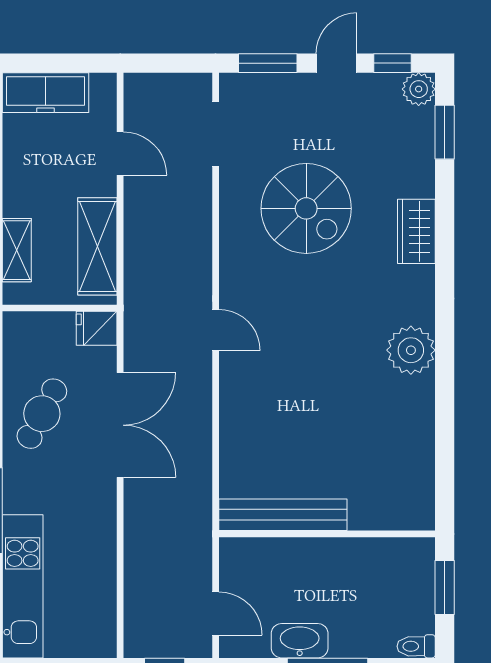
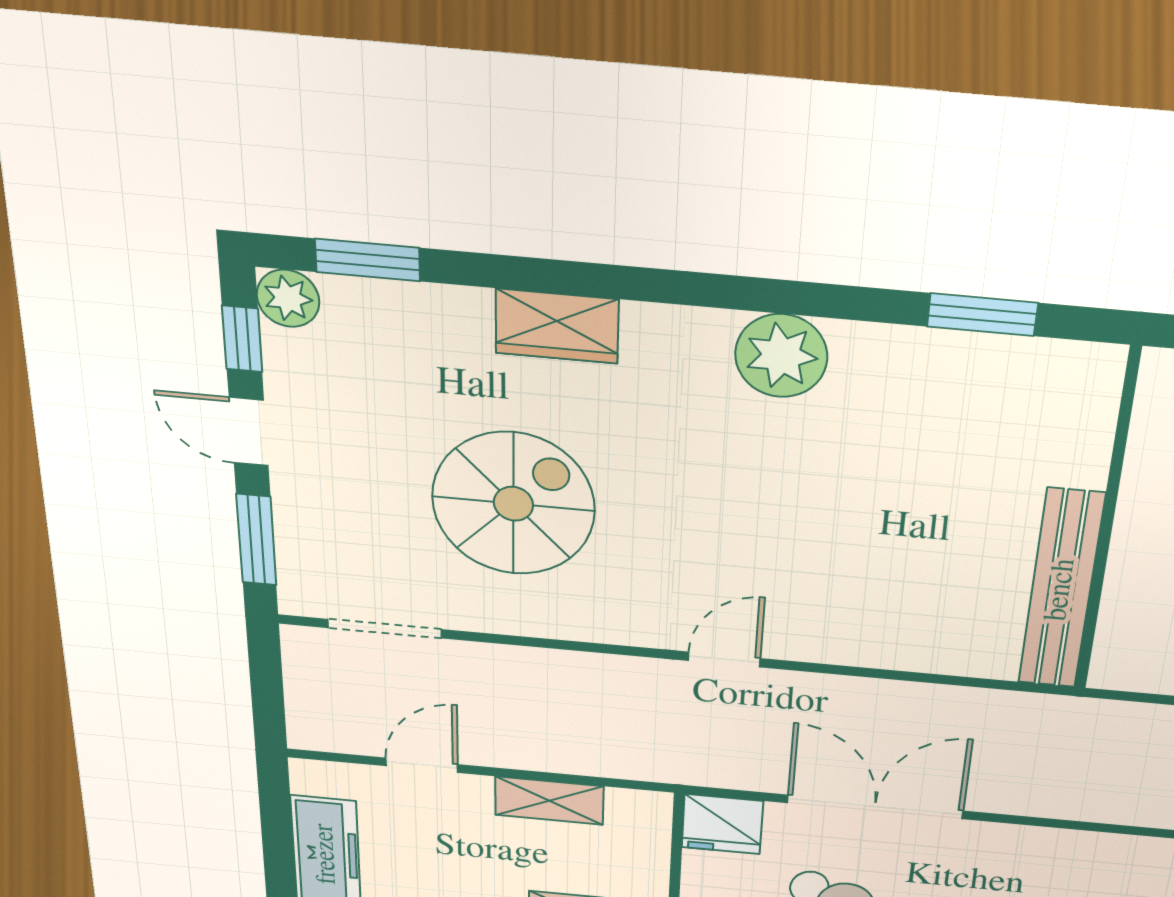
shelving: (97, 246) -> (549, 801), width x0.67, depth x0.75
fridge: (97, 328) -> (722, 824), width x1.38
window: (445, 453) -> (982, 315), added

